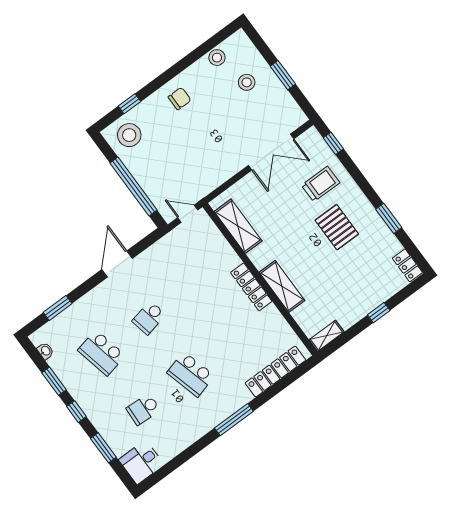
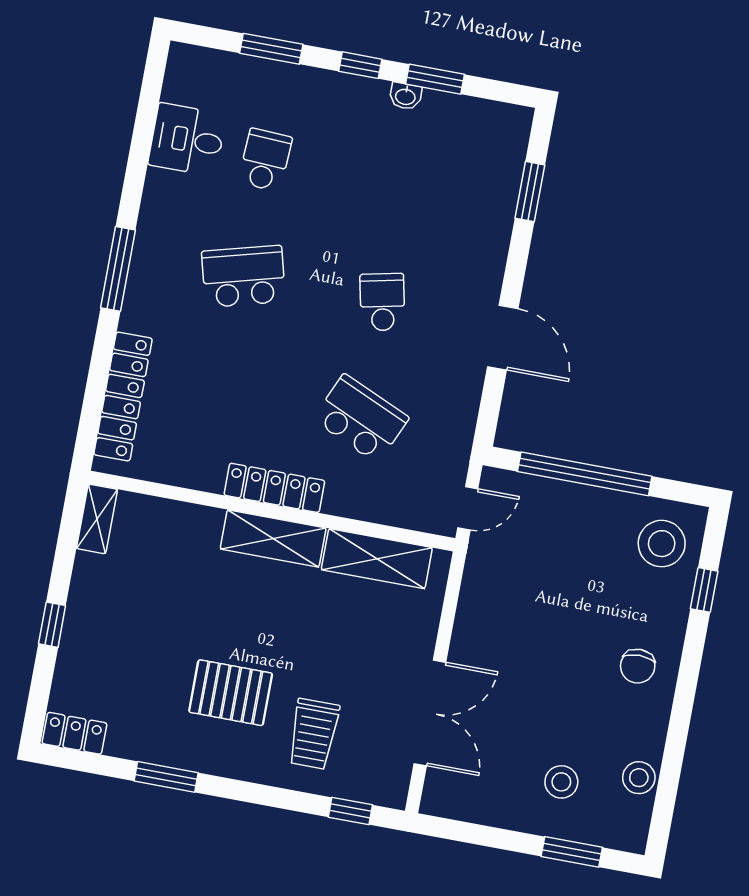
window: (283, 75) -> (572, 852), moved
double door: (271, 152) -> (430, 713), swing flipped
shelving: (282, 286) -> (273, 538), moved
washbasin: (45, 351) -> (405, 96), moved
school desk: (101, 353) -> (361, 419), moved, turned 36
desk: (141, 462) -> (187, 140), moved, turned -90

